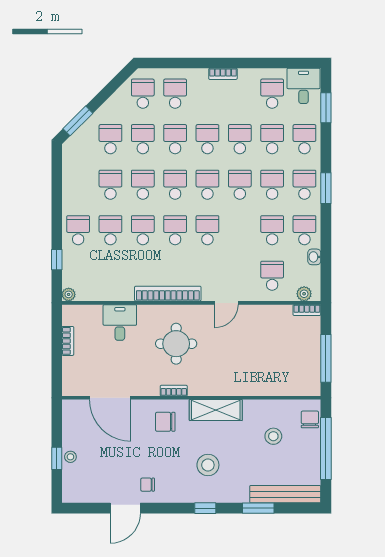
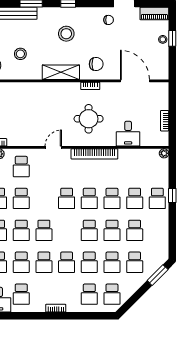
school desk: (207, 185) -> (67, 230), removed
window: (57, 260) -> (172, 196), moved
piano: (82, 494) -> (154, 13), added

